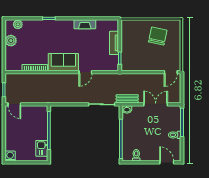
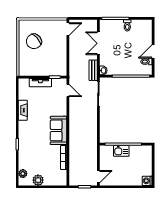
chair: (158, 36) -> (34, 41), turned -54
door: (85, 72) -> (68, 90), moved
door: (171, 72) -> (68, 29), hinge flipped
kitchen sink: (42, 148) -> (121, 151), moved
door: (167, 162) -> (153, 51), moved

